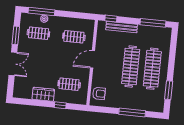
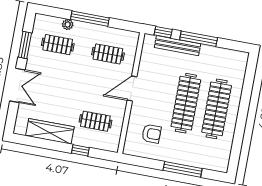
window: (41, 12) -> (90, 19), moved
window: (153, 23) -> (199, 39), moved
window: (169, 90) -> (237, 141), removed
armchair: (99, 93) -> (151, 134), moved
wardrobe: (43, 94) -> (50, 131), width x1.50

